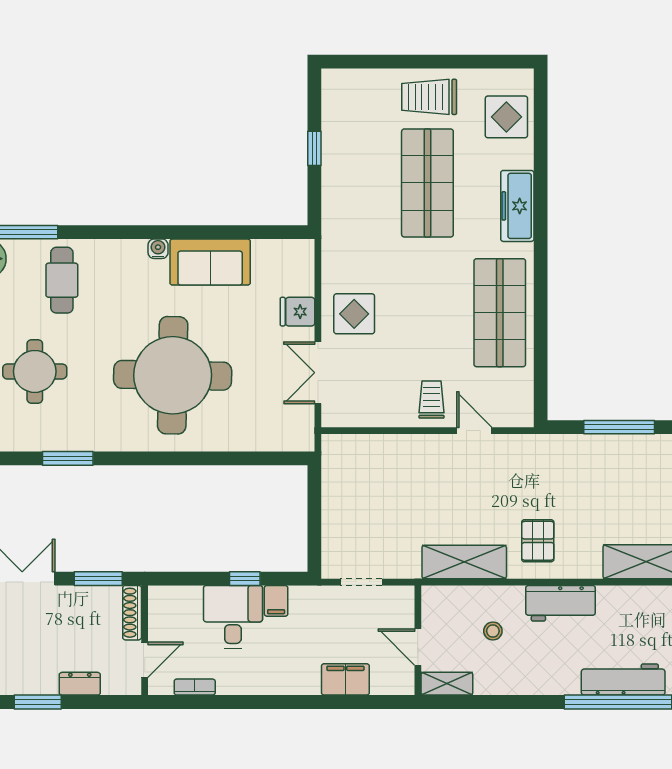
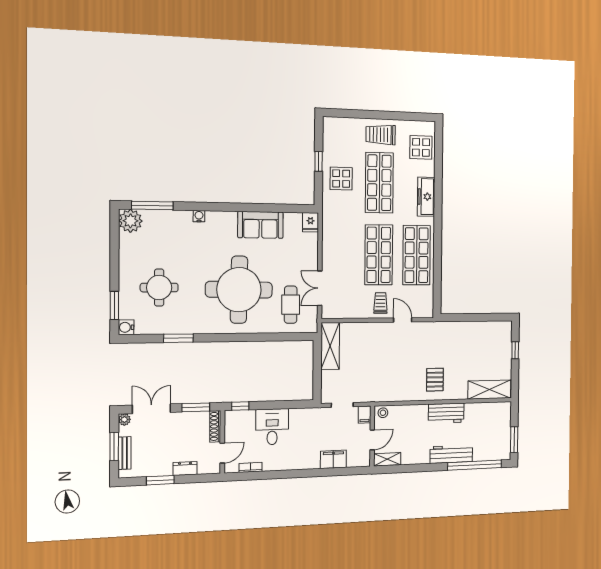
water cooler: (158, 249) -> (199, 216), moved
cafe table: (62, 280) -> (291, 305), moved
fridge: (297, 312) -> (310, 222), moved, turned -90
shop shelf: (427, 313) -> (379, 255), added
display table: (354, 314) -> (341, 179), moved
window: (619, 427) -> (477, 317), removed
shelving: (464, 562) -> (330, 346), moved, turned 90
window: (245, 579) -> (240, 406), moved
filing cabinet: (276, 601) -> (365, 415), moved
stool: (493, 631) -> (383, 413), moved
door: (418, 647) -> (372, 440), swing flipped
workbench: (623, 680) -> (451, 454), moved

